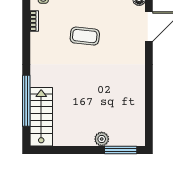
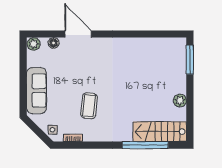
coffee table: (85, 36) -> (89, 106), moved
plant: (102, 139) -> (180, 101), moved

